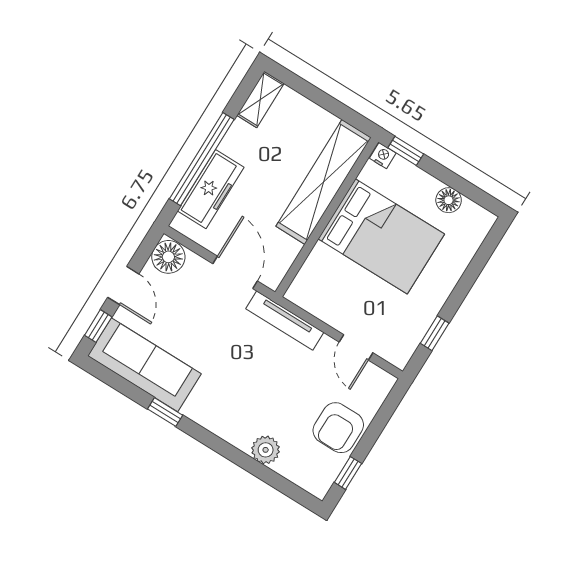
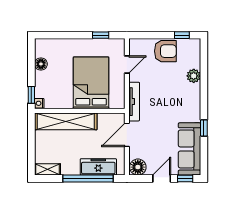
bed: (381, 236) -> (91, 83), moved

